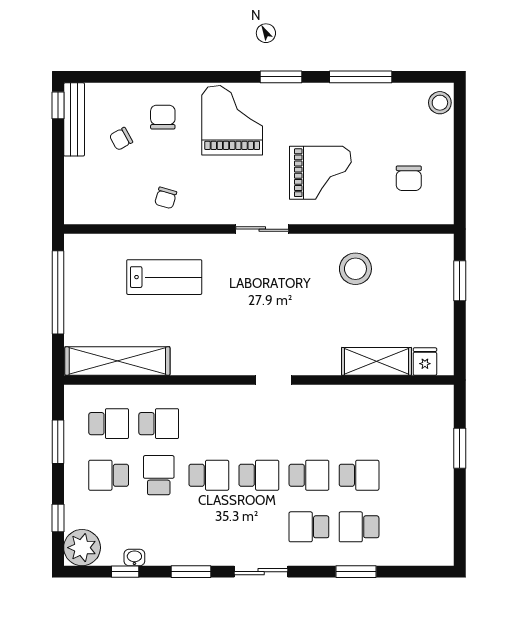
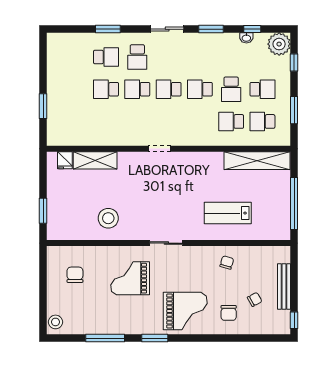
bench: (74, 119) -> (284, 287), moved
grand piano: (232, 120) -> (185, 311), turned -90
school desk: (309, 527) -> (137, 57), turned 90

